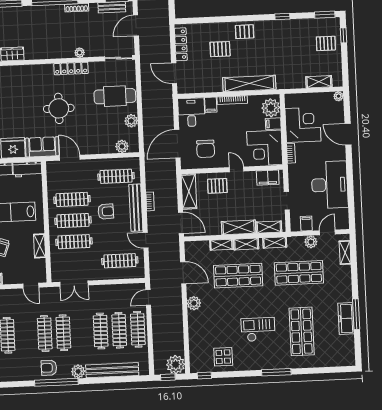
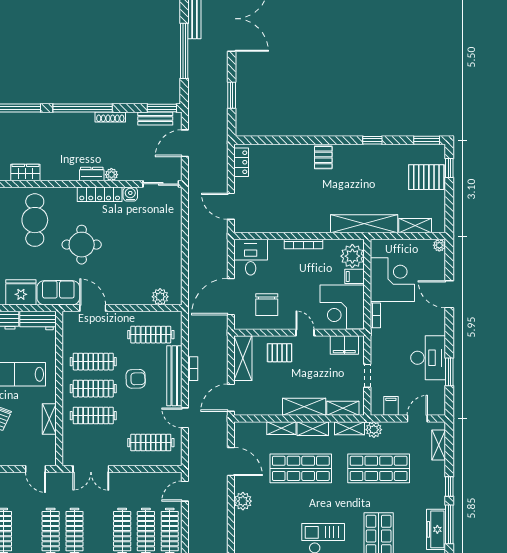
pallet: (245, 32) -> (323, 157), turned 90
pallet: (326, 43) -> (426, 177), width x1.50, depth x1.42
locker: (181, 44) -> (241, 162), width x0.66
pallet: (220, 49) -> (291, 178), removed
dresser: (64, 53) -> (92, 174), added
water cooler: (95, 67) -> (130, 194), added
shelving: (249, 83) -> (364, 224), moved
cafe table: (115, 96) -> (35, 220), moved, turned 90
filing cabinet: (211, 105) -> (276, 249), removed
plant: (131, 121) -> (173, 265), removed
desk: (330, 185) -> (428, 358), width x0.73, depth x0.77
window: (351, 195) -> (449, 372), added
door: (181, 223) -> (231, 398), swing flipped
plant: (311, 242) -> (374, 430), moved
window: (355, 285) -> (449, 487), added

